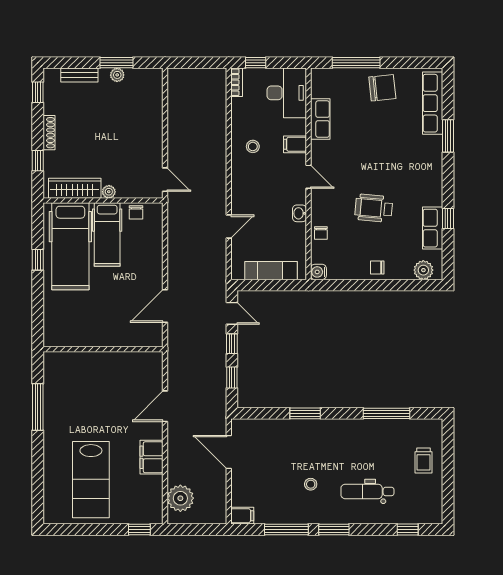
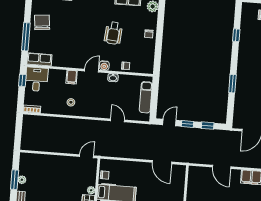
window: (256, 63) -> (22, 80), moved
desk: (287, 93) -> (37, 79), width x0.73
row of seats: (320, 119) -> (39, 59), moved
water cooler: (318, 272) -> (104, 66), moved
window: (386, 413) -> (236, 35), width x0.46

